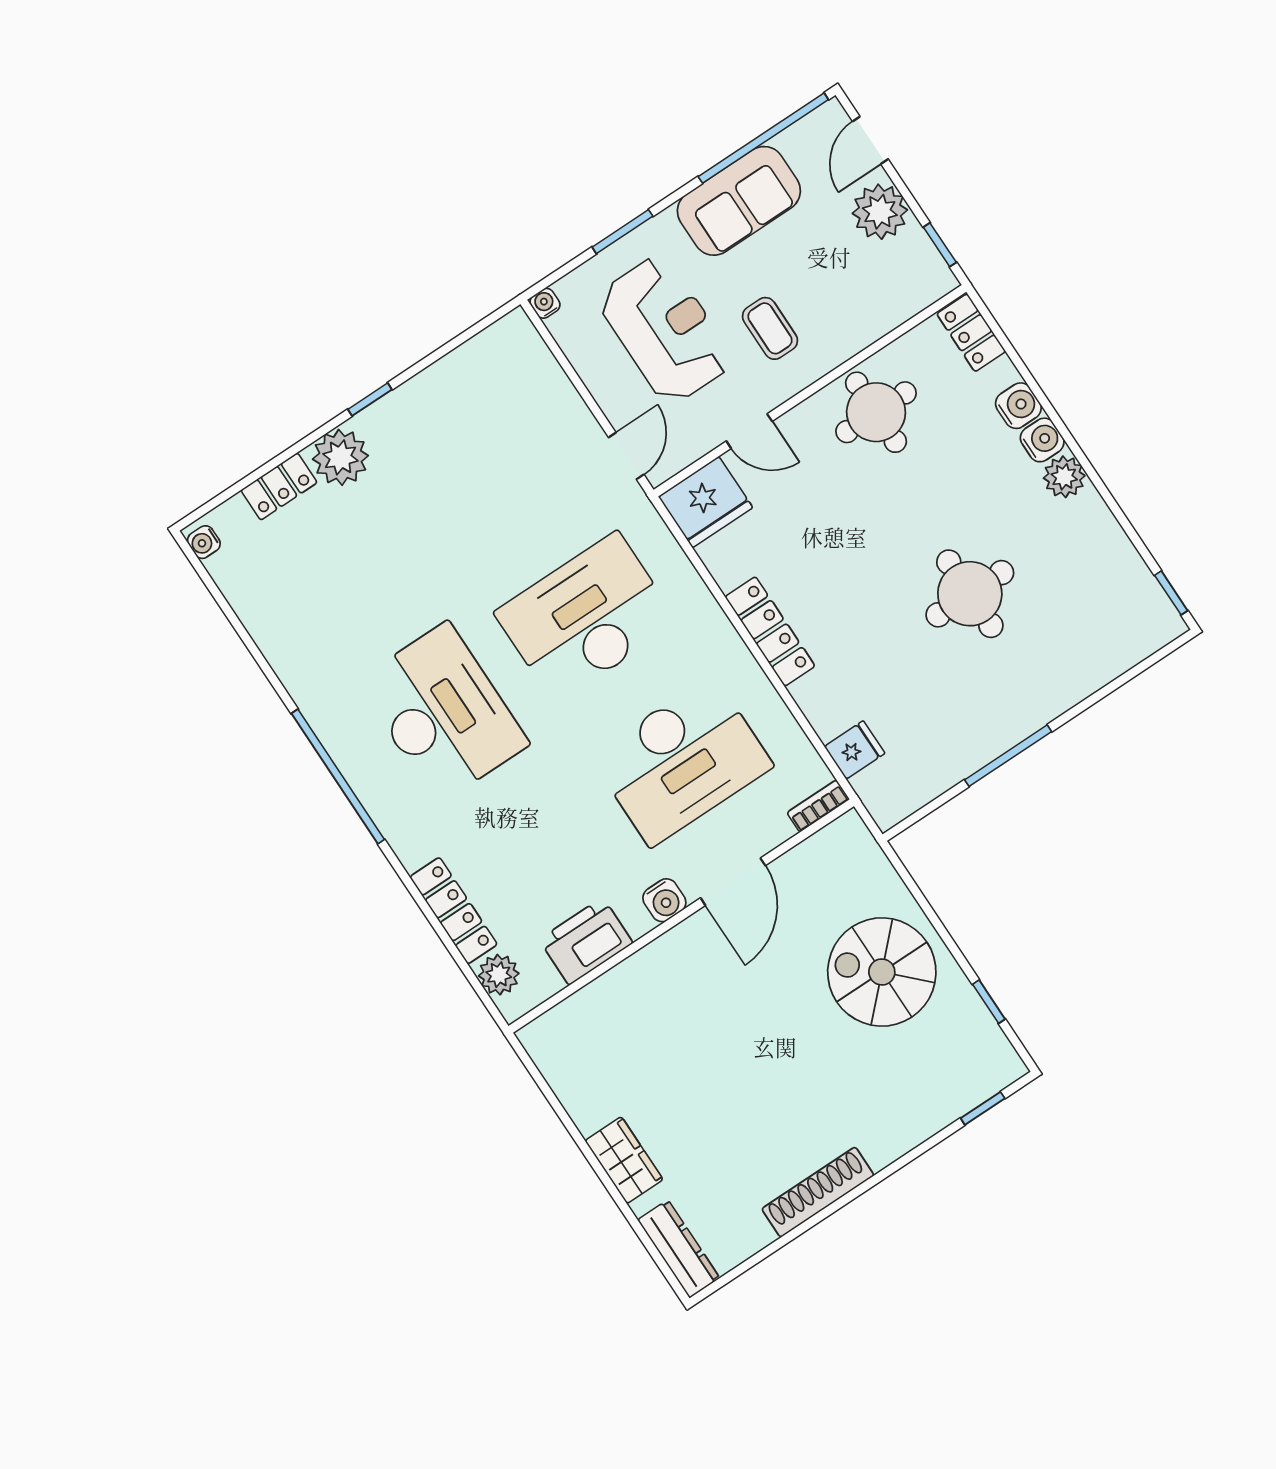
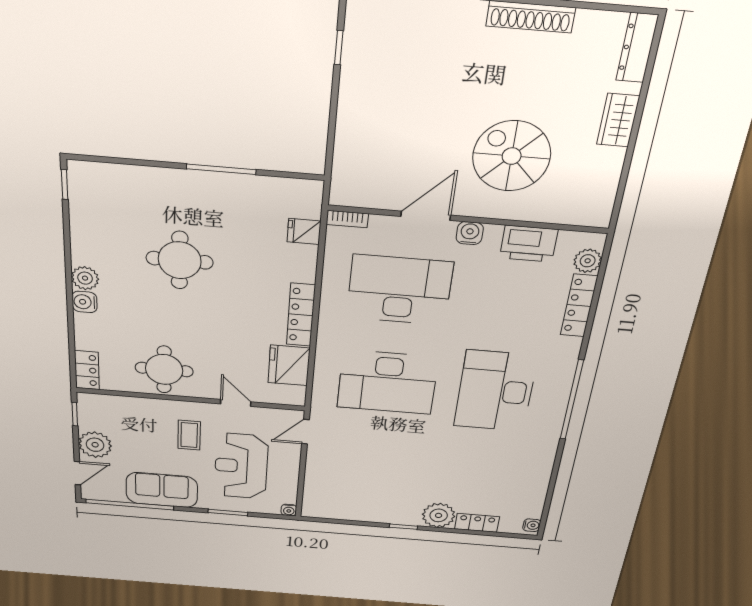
water cooler: (1018, 406) -> (86, 325), removed
fridge: (706, 502) -> (289, 365), moved, turned -90
spiral stairs: (882, 972) -> (512, 156), moved, turned 180

